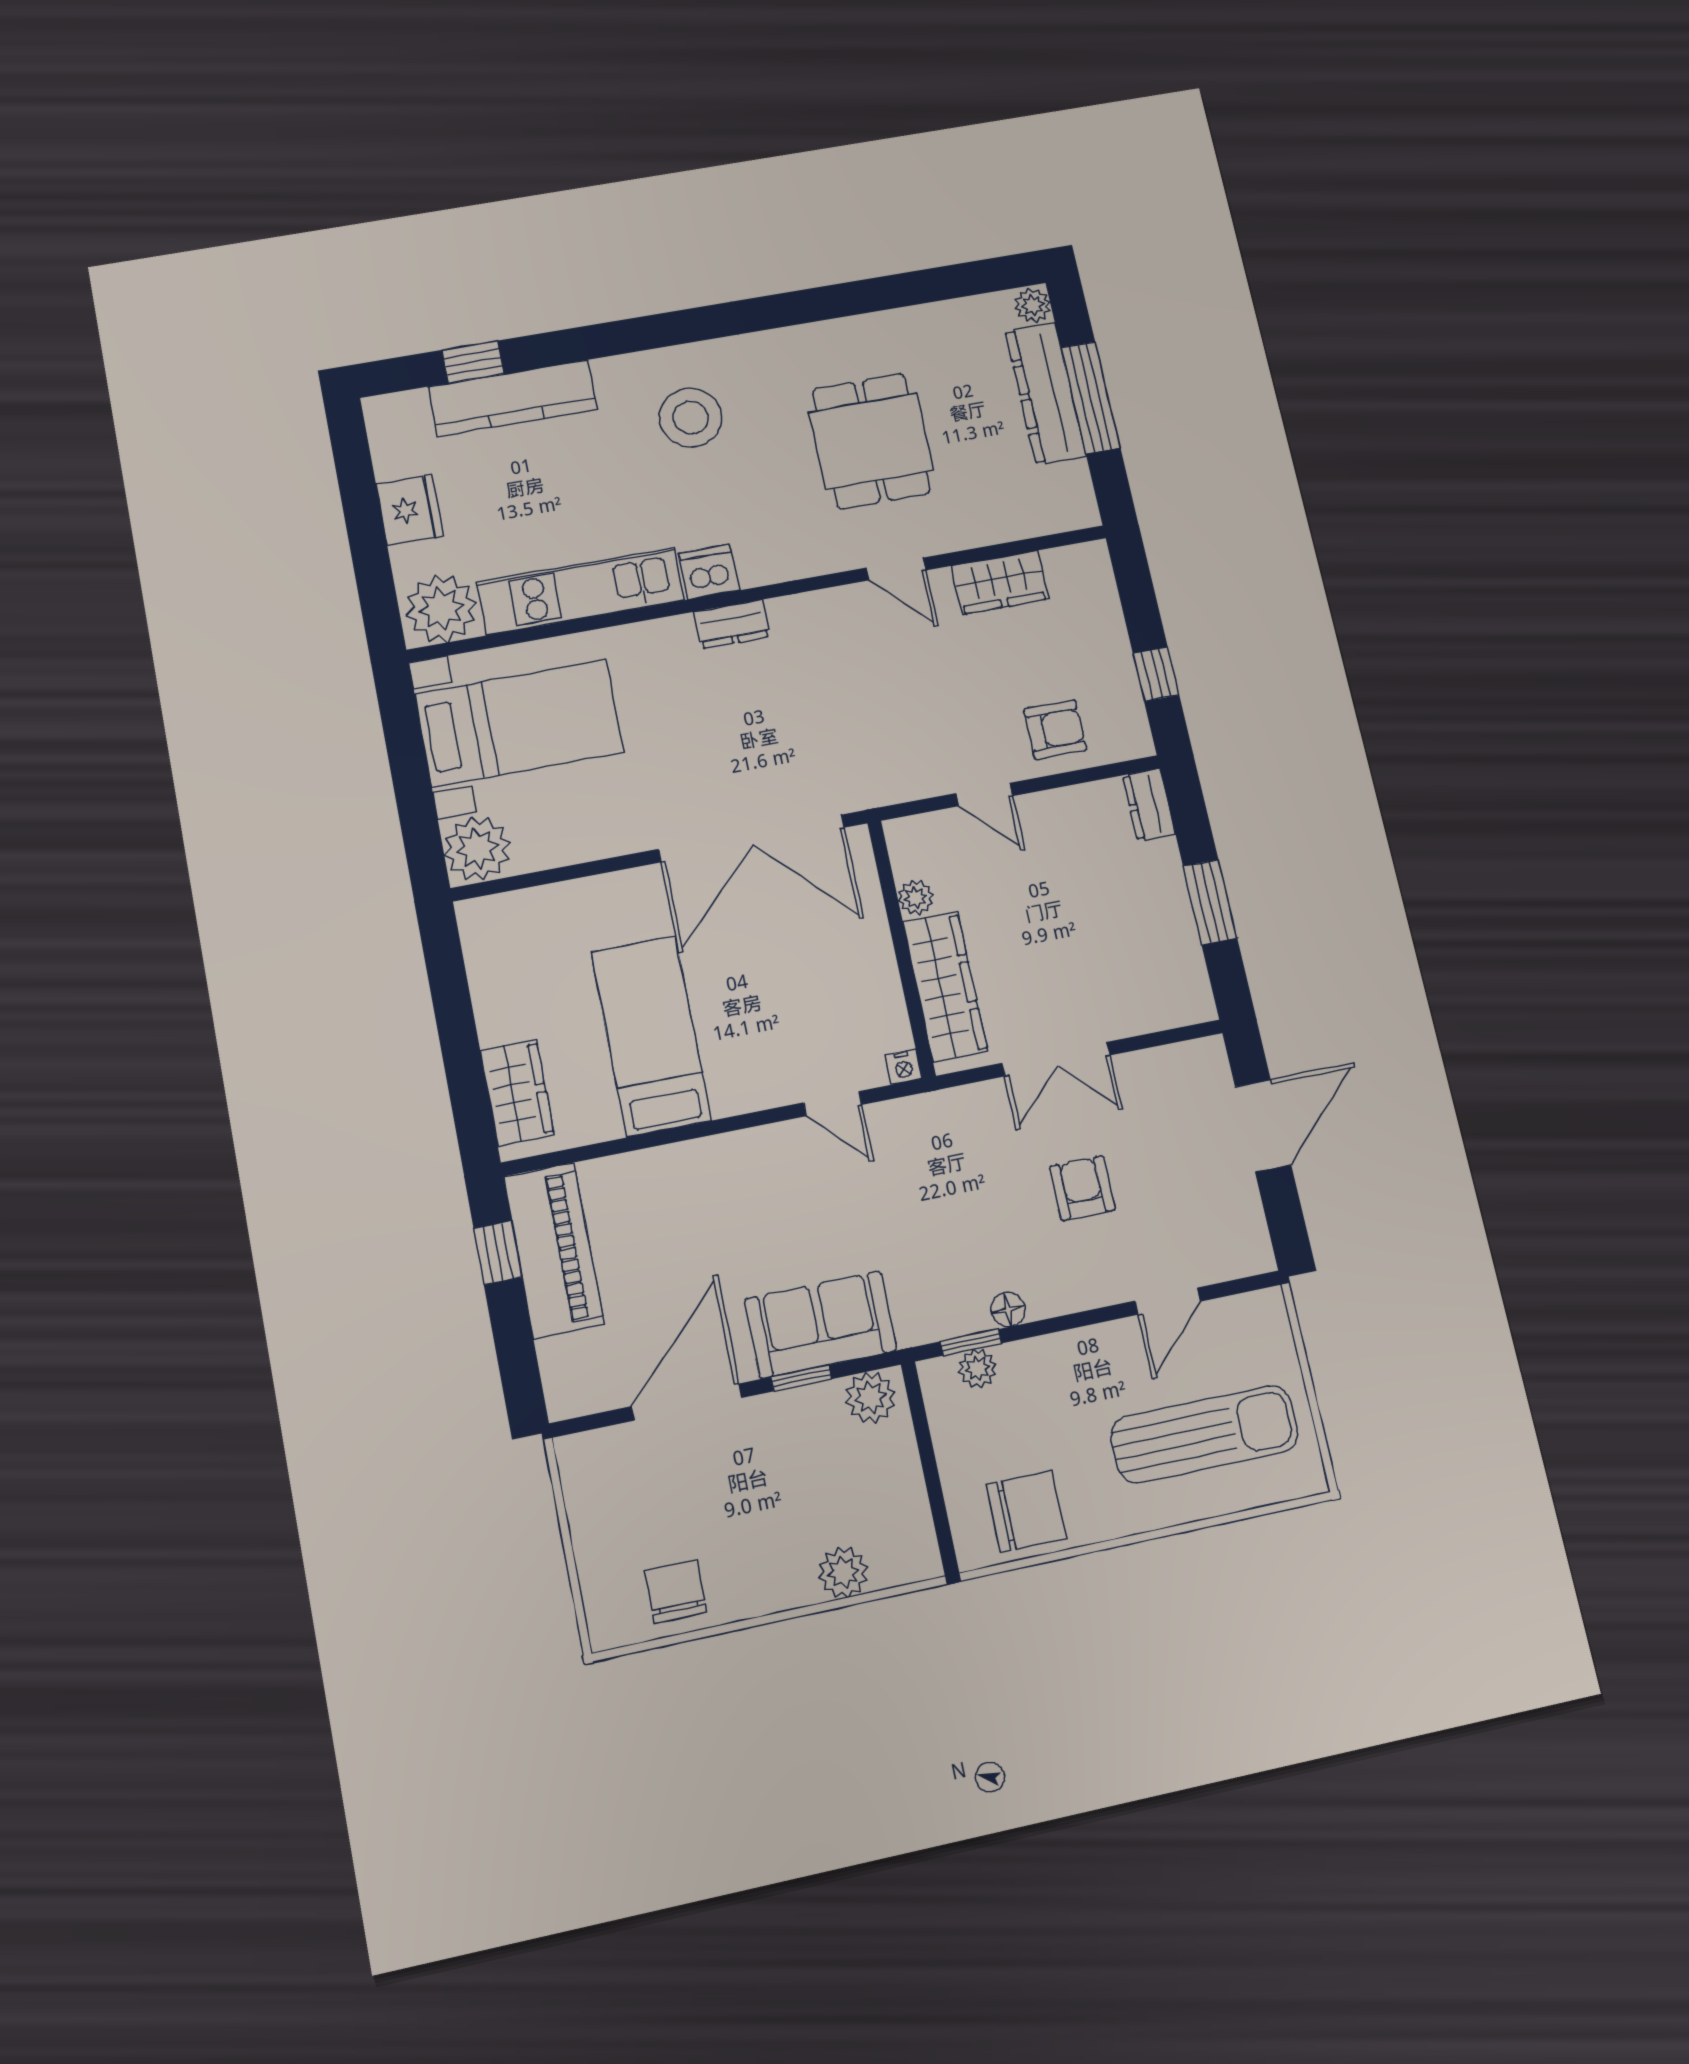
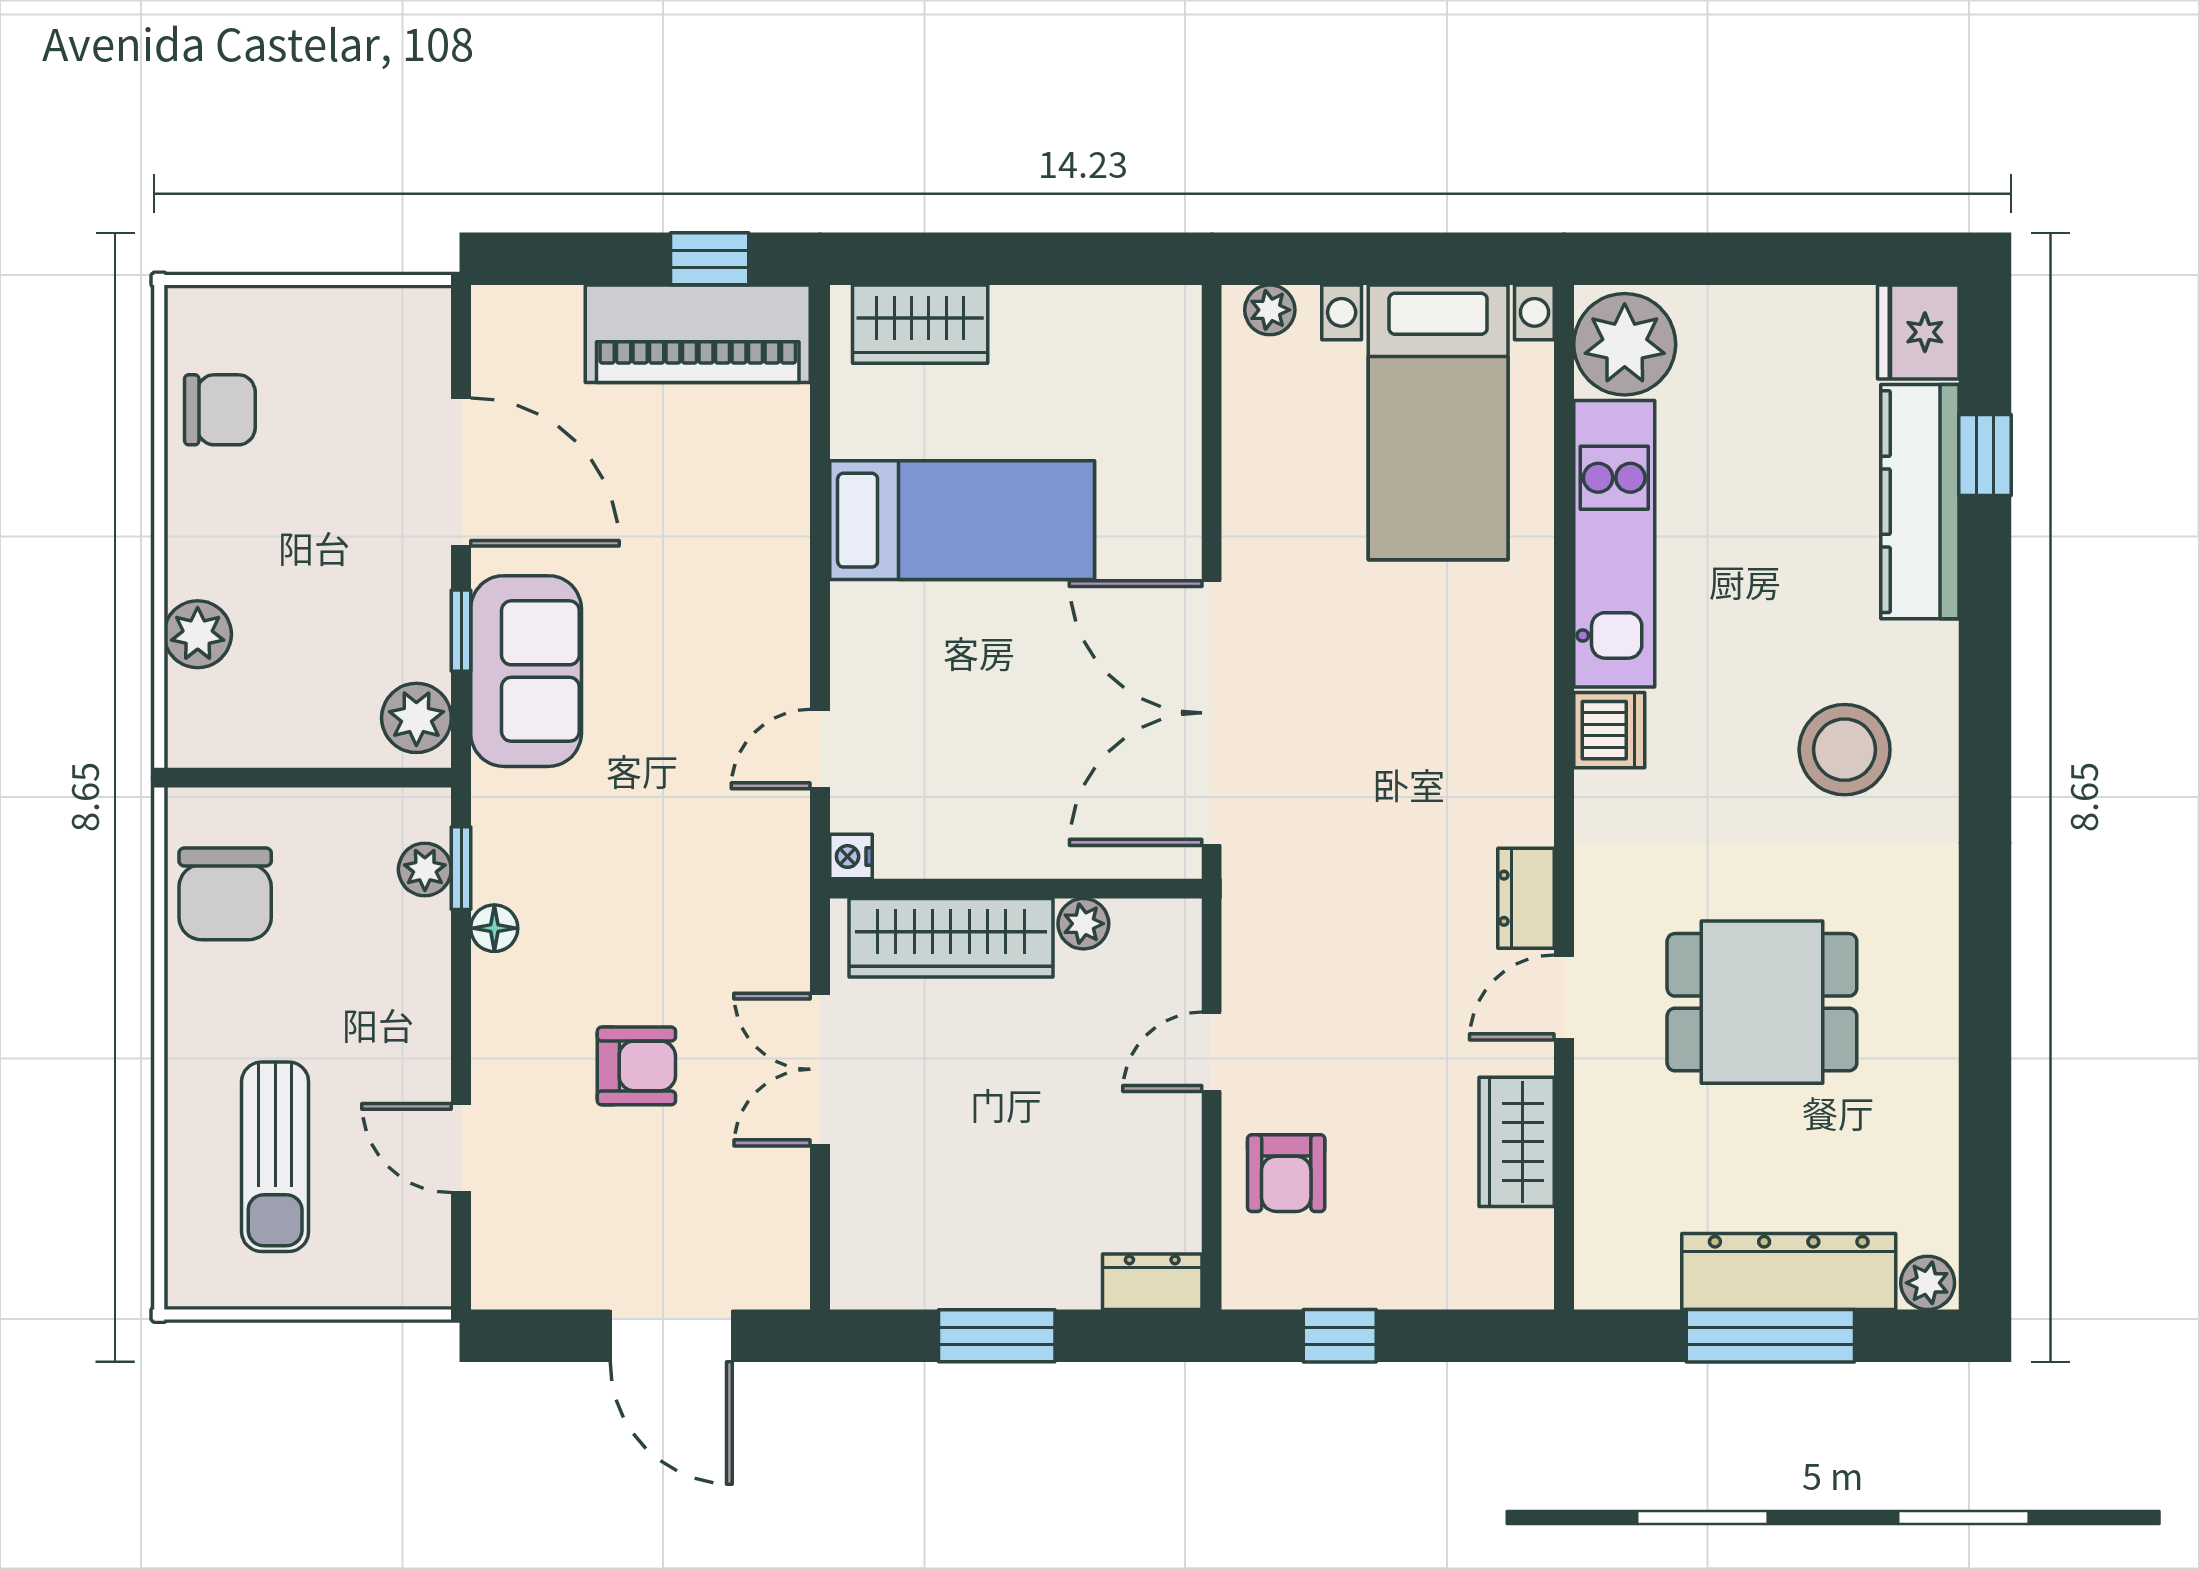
fridge: (410, 510) -> (1918, 332), moved, turned 90
dresser: (732, 624) -> (1526, 898), moved
plant: (477, 849) -> (1270, 310), width x0.53, depth x0.53
sun lounger: (1204, 1434) -> (275, 1157), width x0.73, depth x0.75

